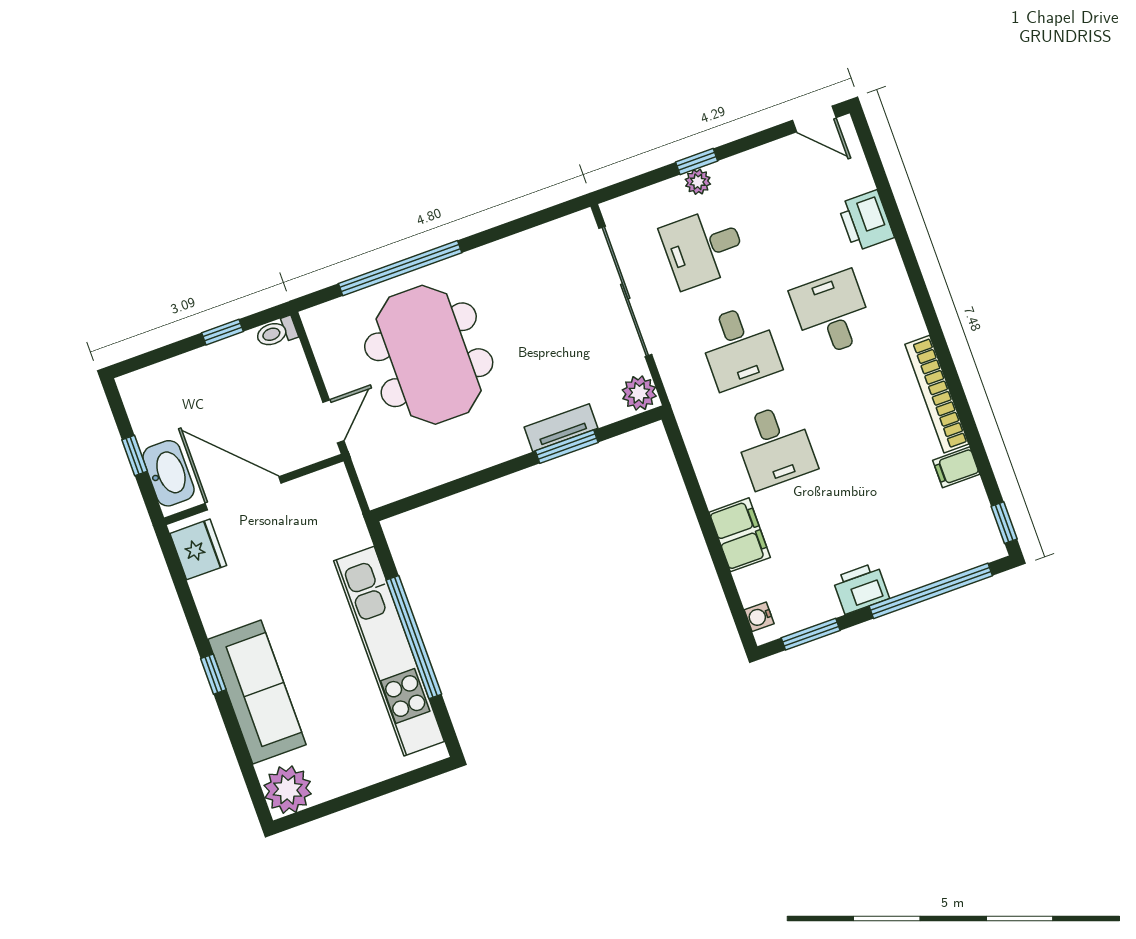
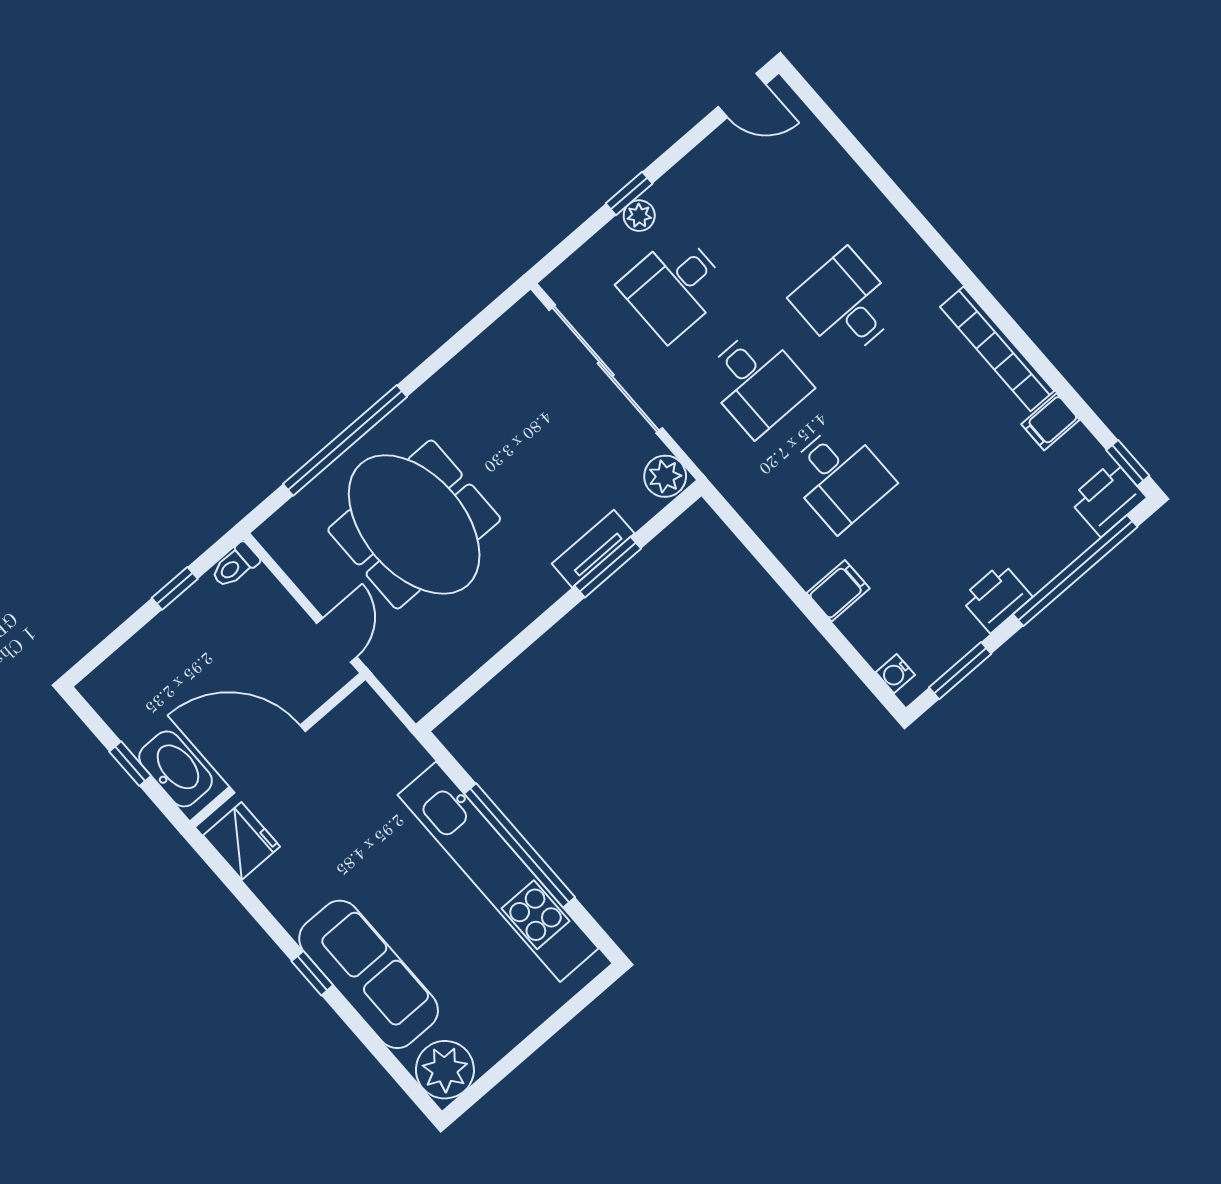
printer: (866, 221) -> (1107, 499), moved, turned 90
filing cabinet: (740, 535) -> (838, 591), width x0.50

